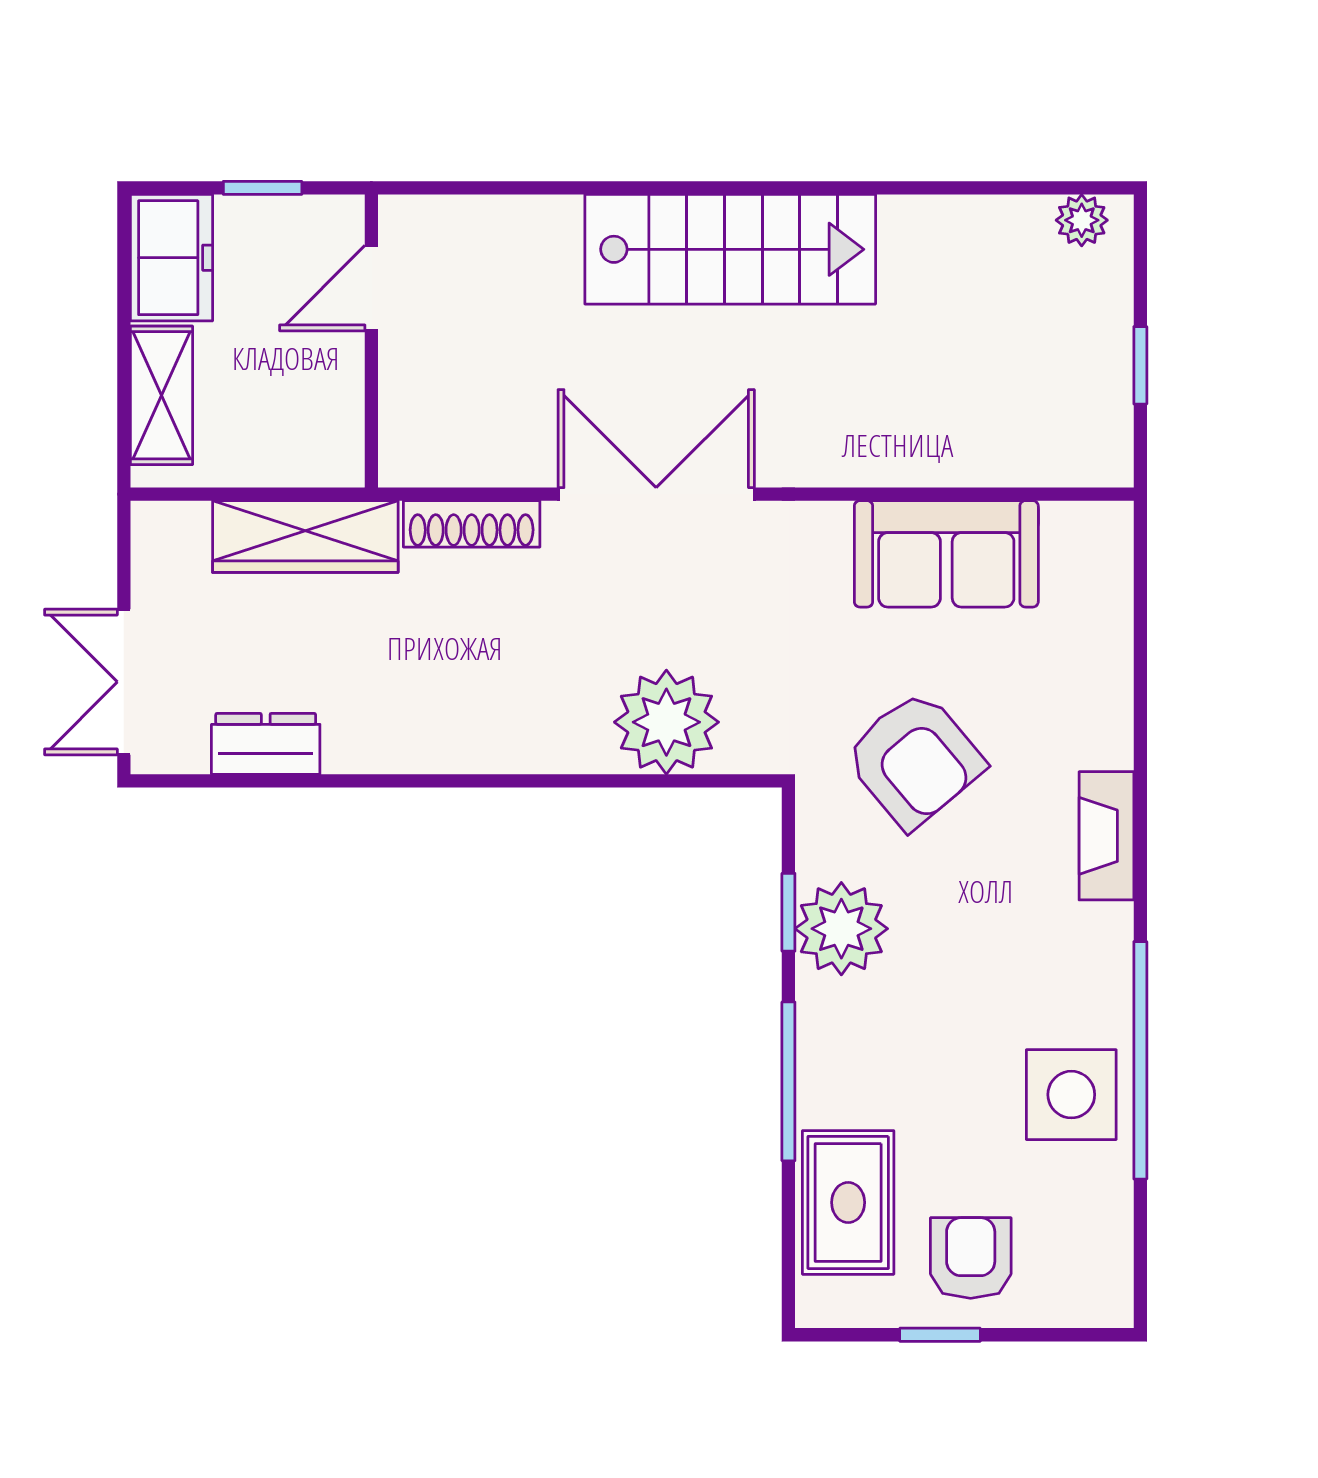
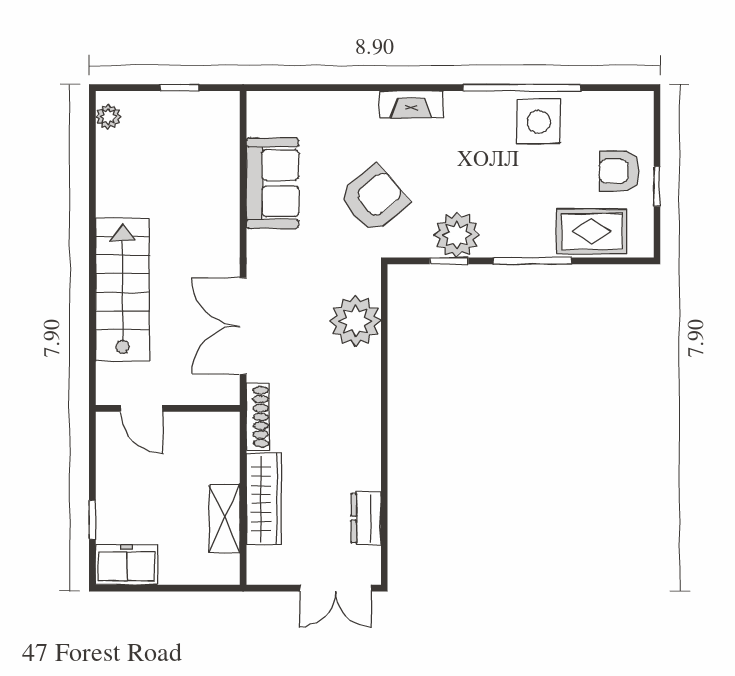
door: (371, 288) -> (142, 408), moved
wall: (371, 341) -> (168, 408), moved
shelving: (161, 395) -> (225, 519), moved, turned 90

